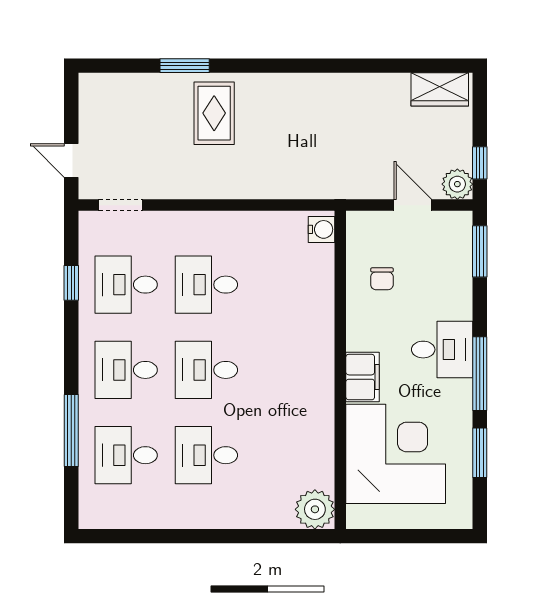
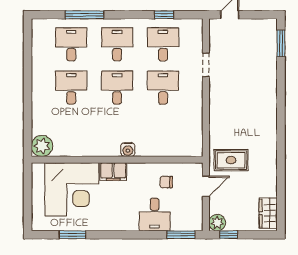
window: (185, 66) -> (281, 43), moved
rug: (214, 113) -> (231, 160), moved
doorway: (121, 205) -> (206, 65), moved
door: (413, 205) -> (206, 186), moved
water cooler: (321, 229) -> (128, 149), moved
desk: (442, 350) -> (155, 214), moved
window: (480, 374) -> (115, 235), removed

